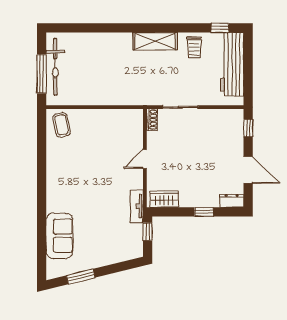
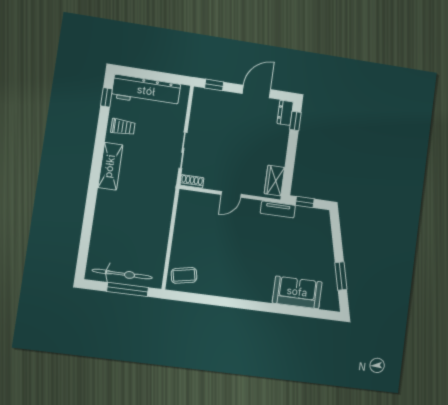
door: (145, 159) -> (231, 194), hinge flipped
window: (204, 212) -> (295, 121), moved

